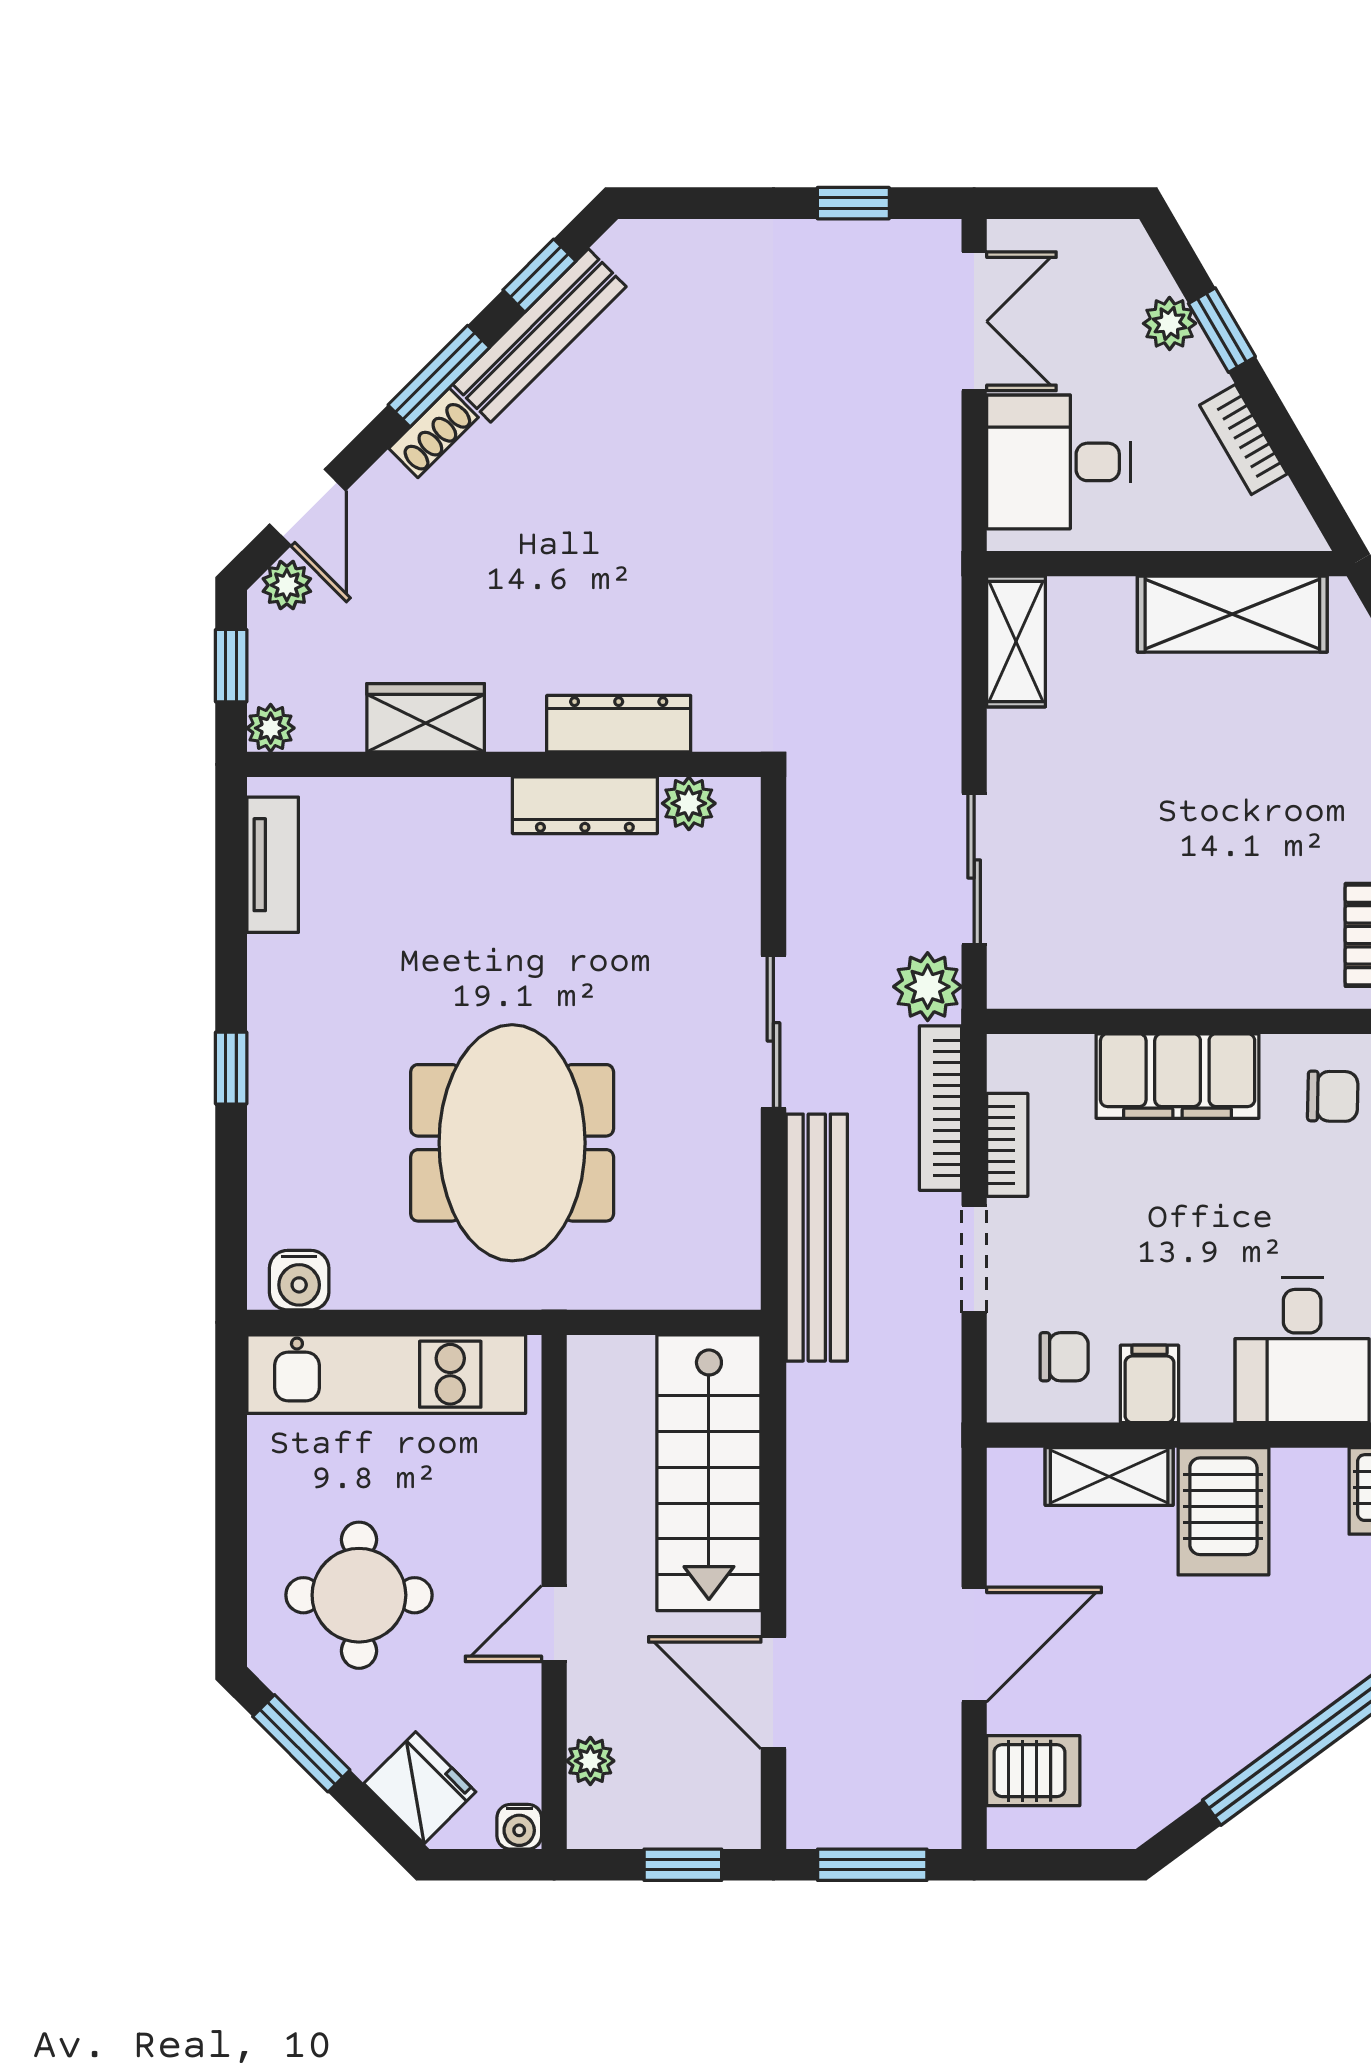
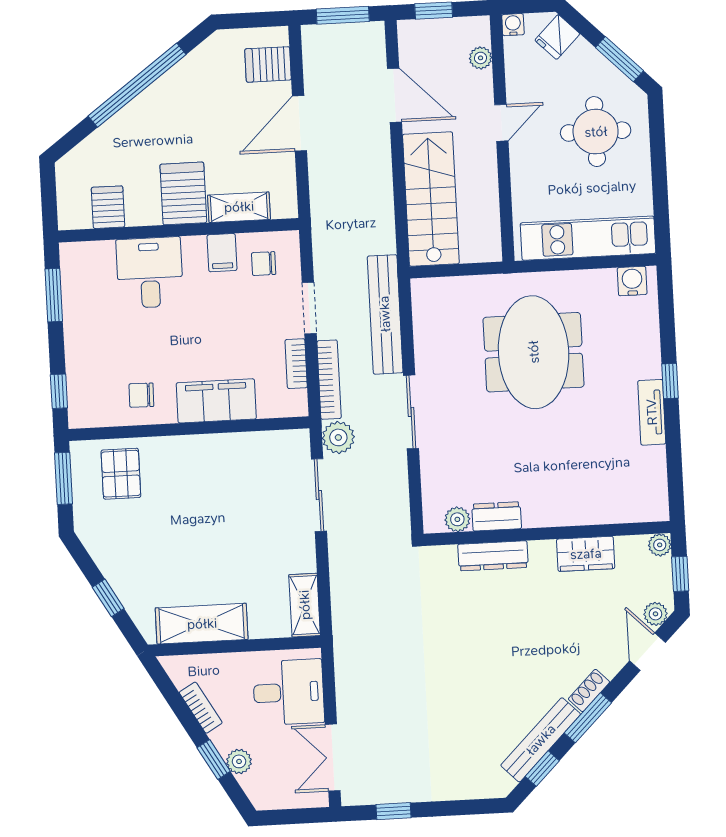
dresser: (585, 805) -> (497, 516), width x0.70
tv unit: (273, 865) -> (652, 412), moved
fridge: (420, 1788) -> (557, 37), width x0.72

